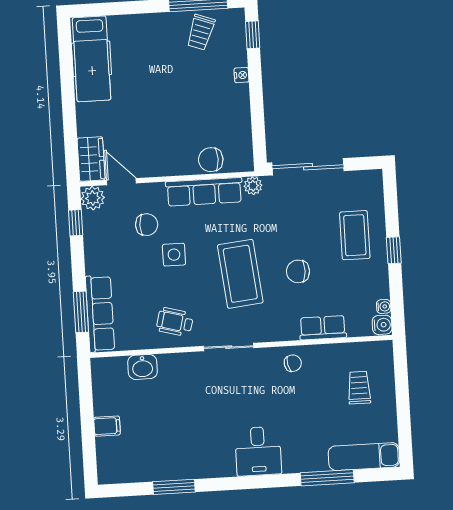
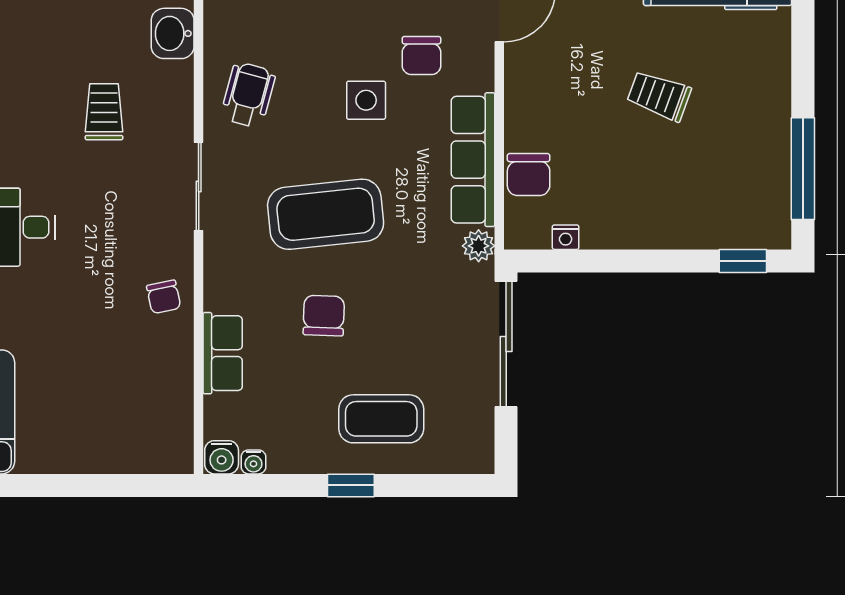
trolley: (201, 32) -> (659, 96), moved
nightstand: (241, 75) -> (566, 237), moved
chair: (211, 160) -> (529, 175), turned 180
trolley: (359, 388) -> (104, 112), moved, turned -90

